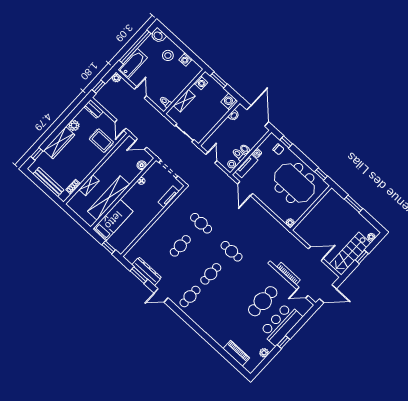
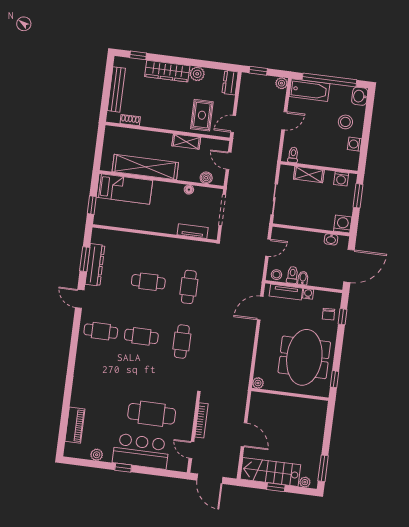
shelving: (89, 185) -> (186, 142), moved
window: (354, 204) -> (323, 468), moved

